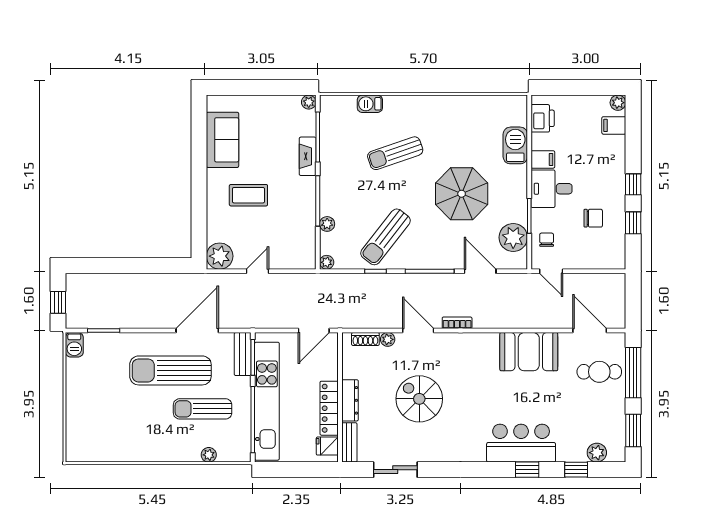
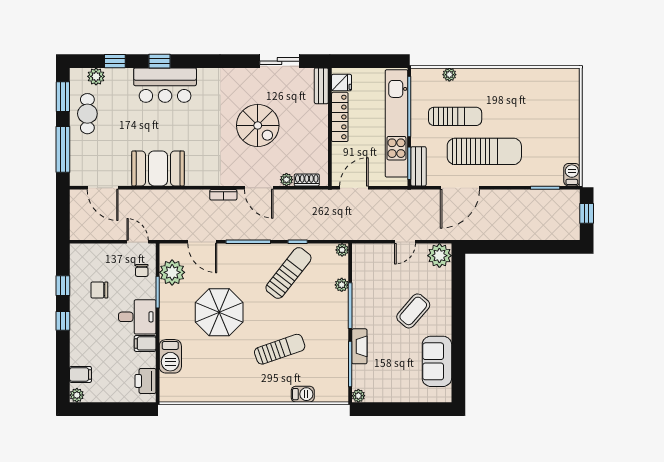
coffee table: (248, 195) -> (413, 311), turned -49
cafe table: (599, 372) -> (87, 114), moved, turned 90
dresser: (350, 400) -> (321, 124), removed

